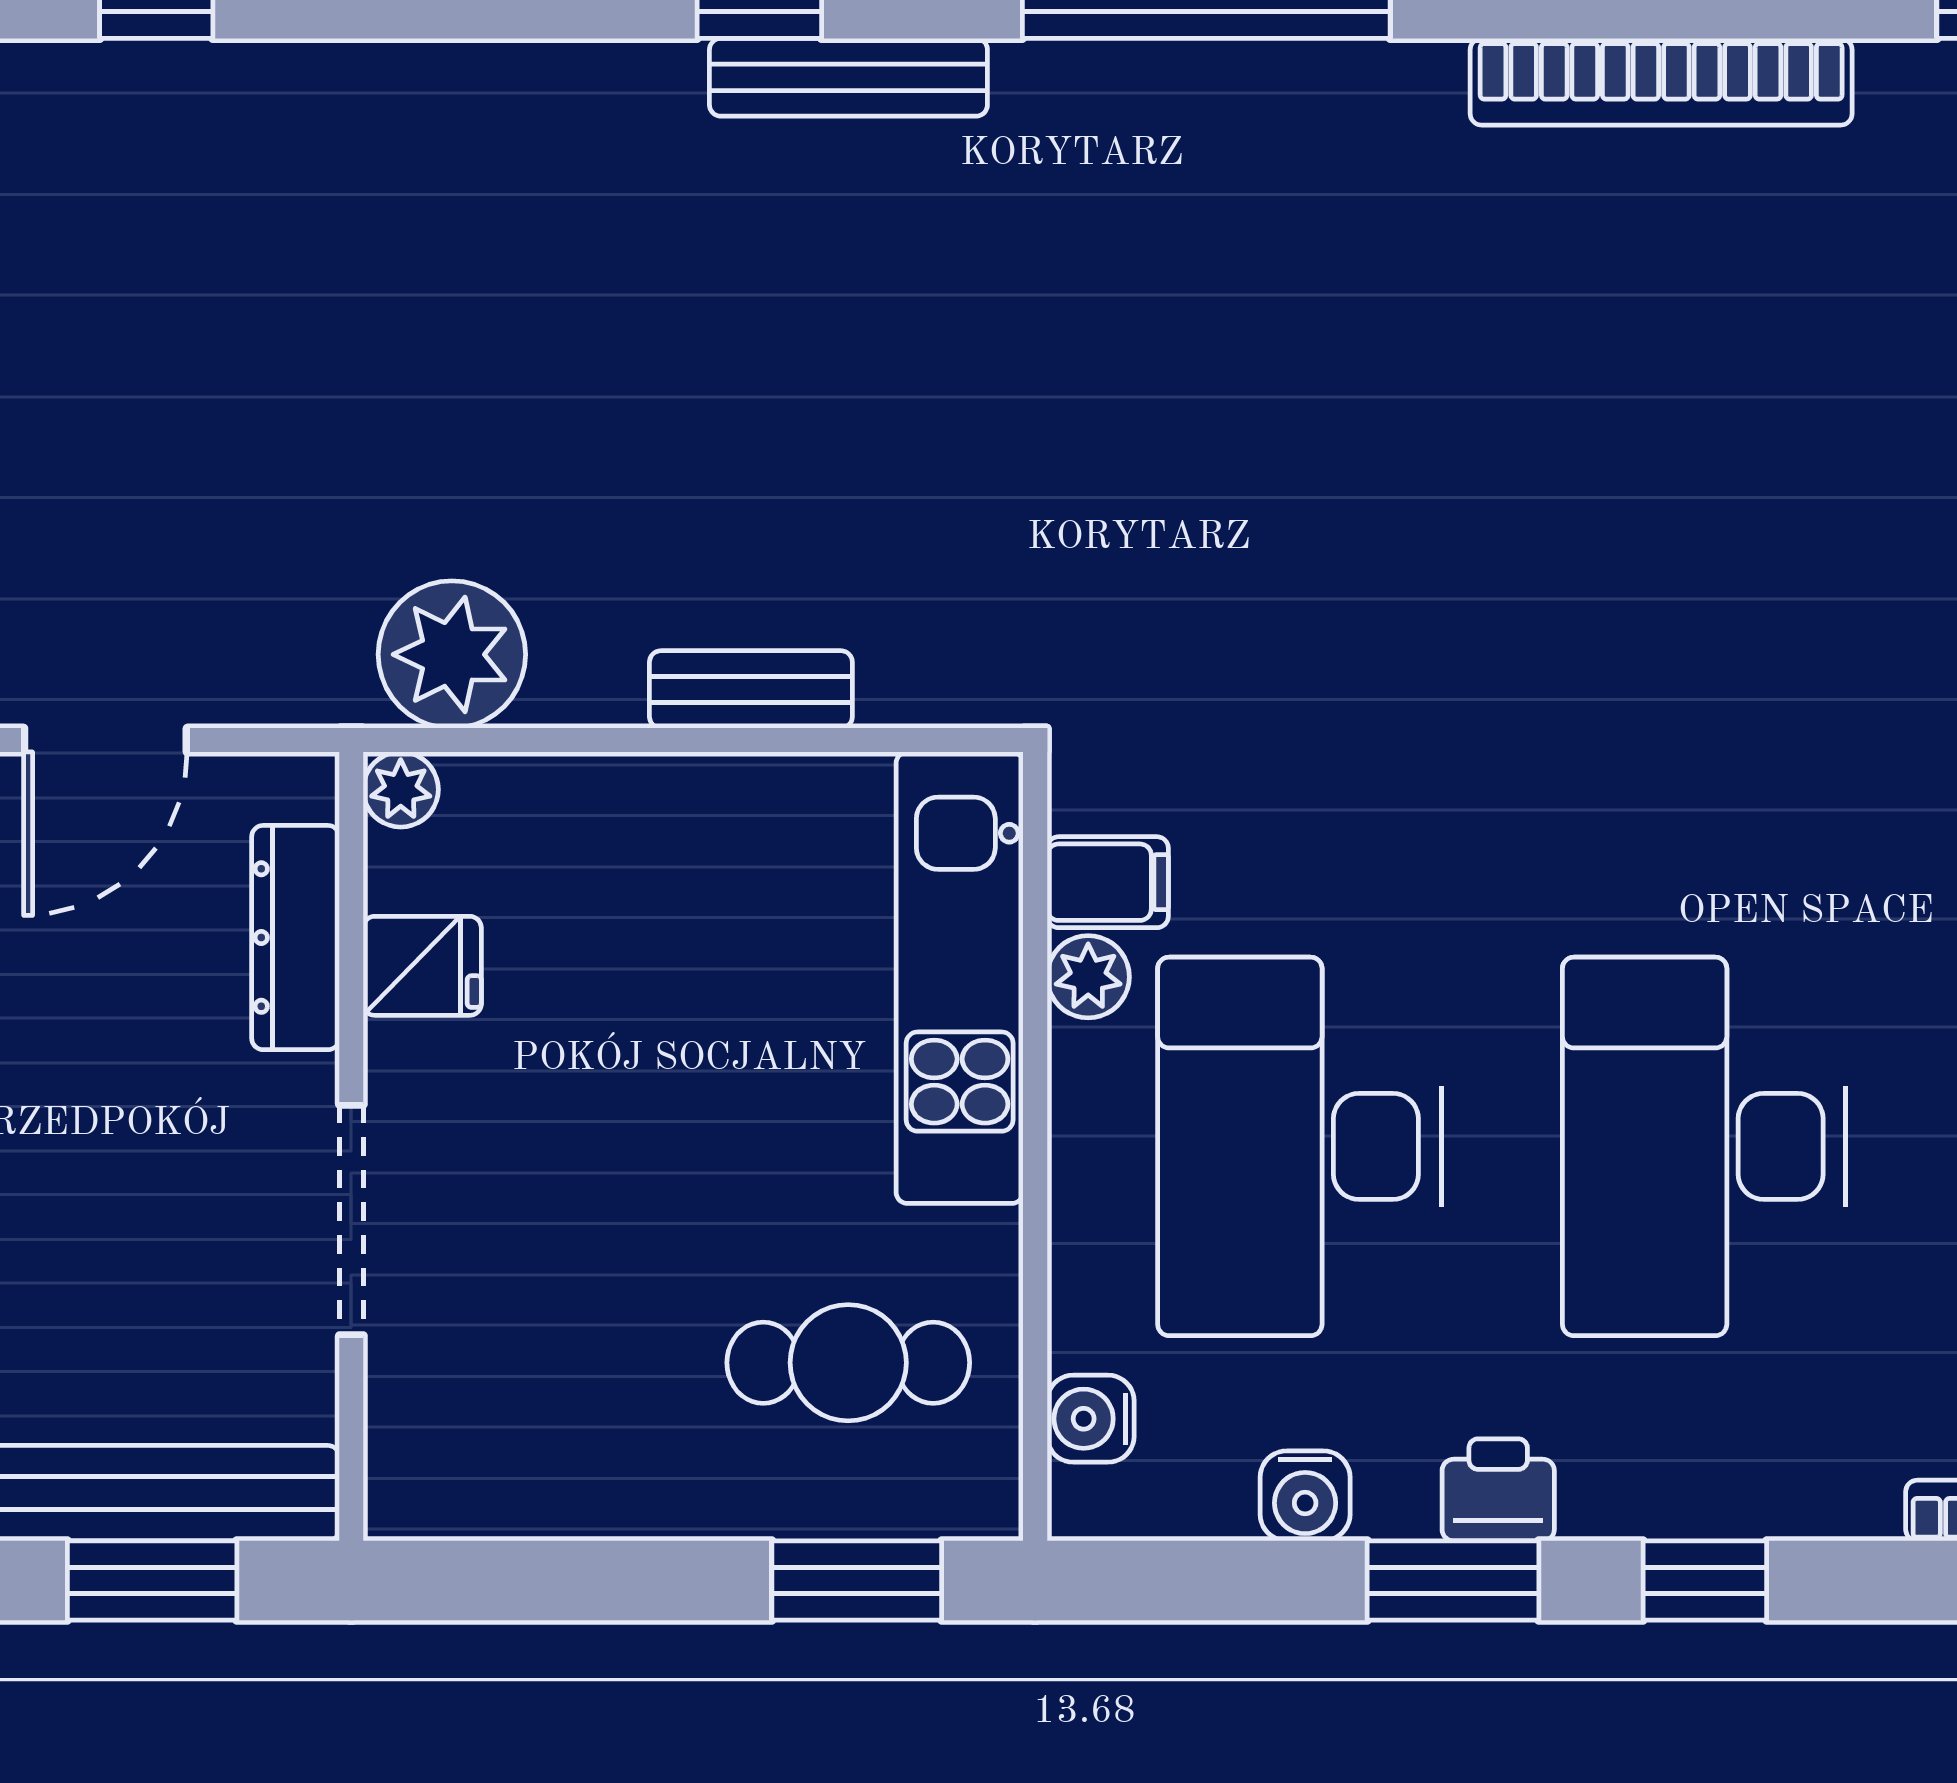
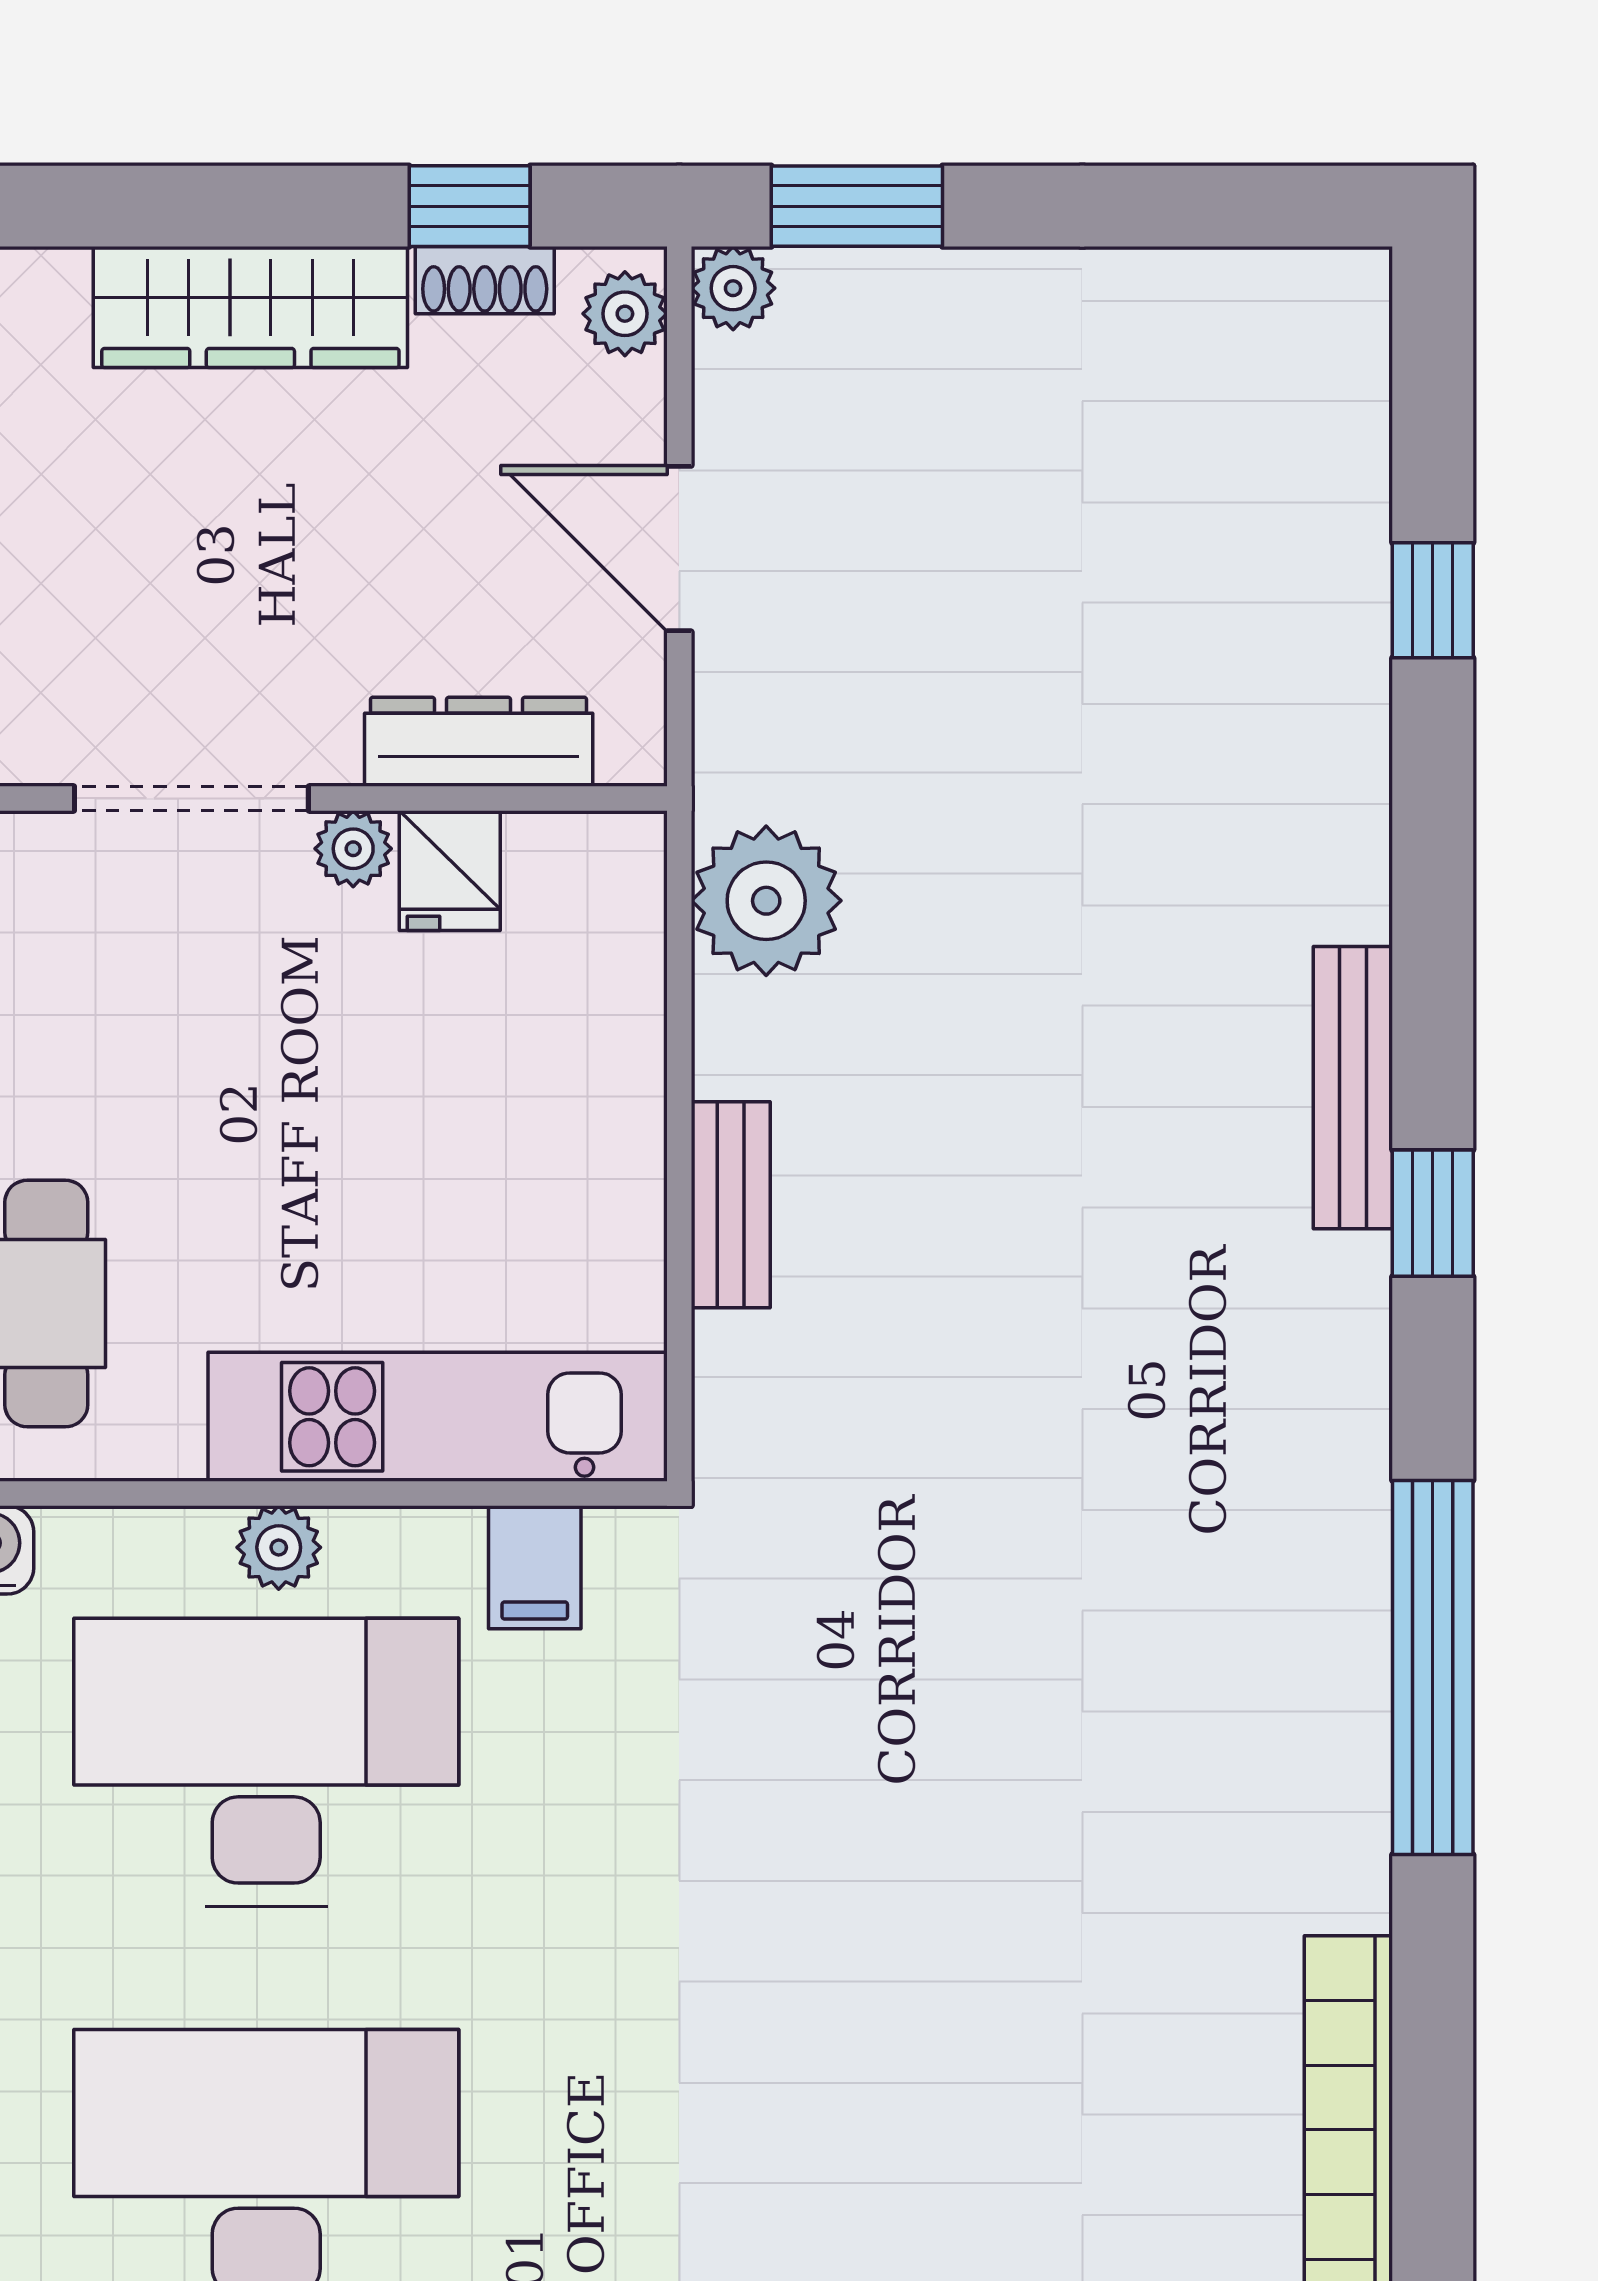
bench: (848, 77) -> (1353, 1088), moved
plant: (401, 790) -> (353, 849), moved
plant: (1088, 977) -> (279, 1547), moved

